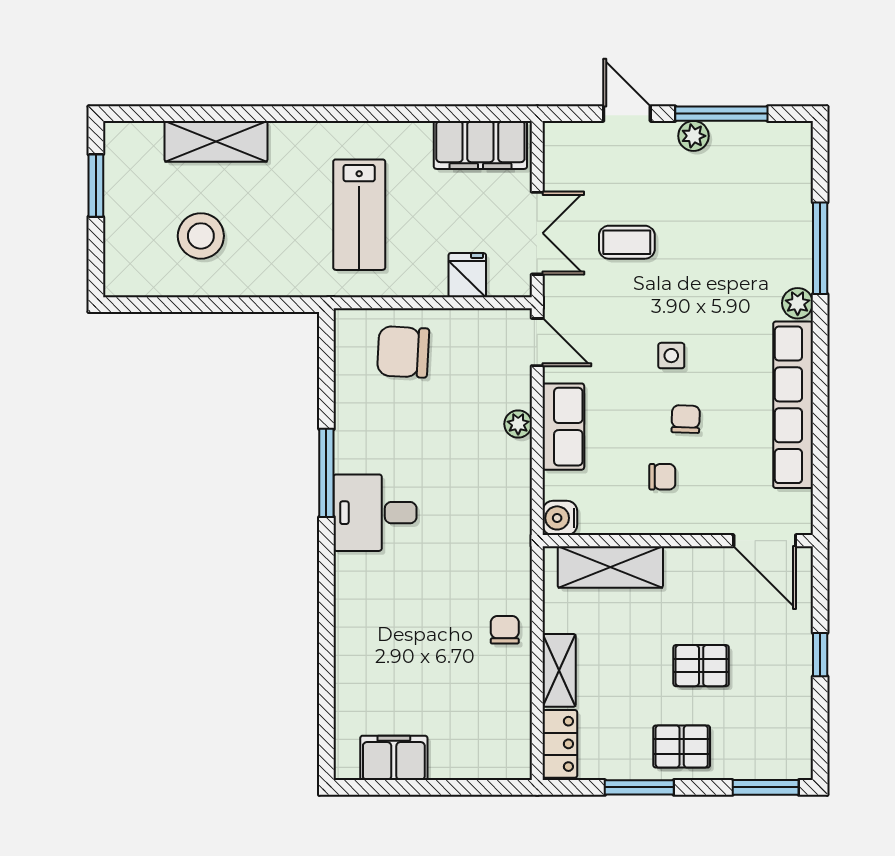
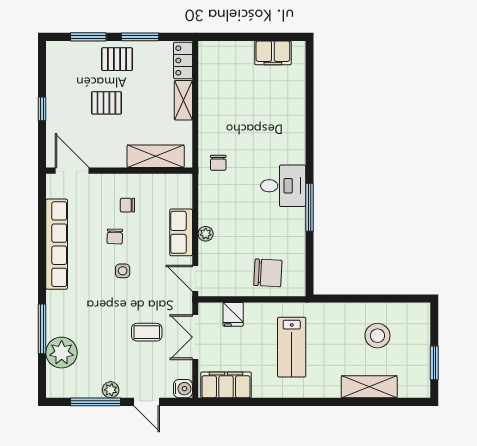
lab bench: (359, 215) -> (292, 347), turned 180
plant: (798, 303) -> (62, 353), moved, width x1.88, depth x1.88
water cooler: (560, 518) -> (183, 389), moved
chair: (505, 630) -> (218, 163), moved
window: (766, 787) -> (88, 37), moved

